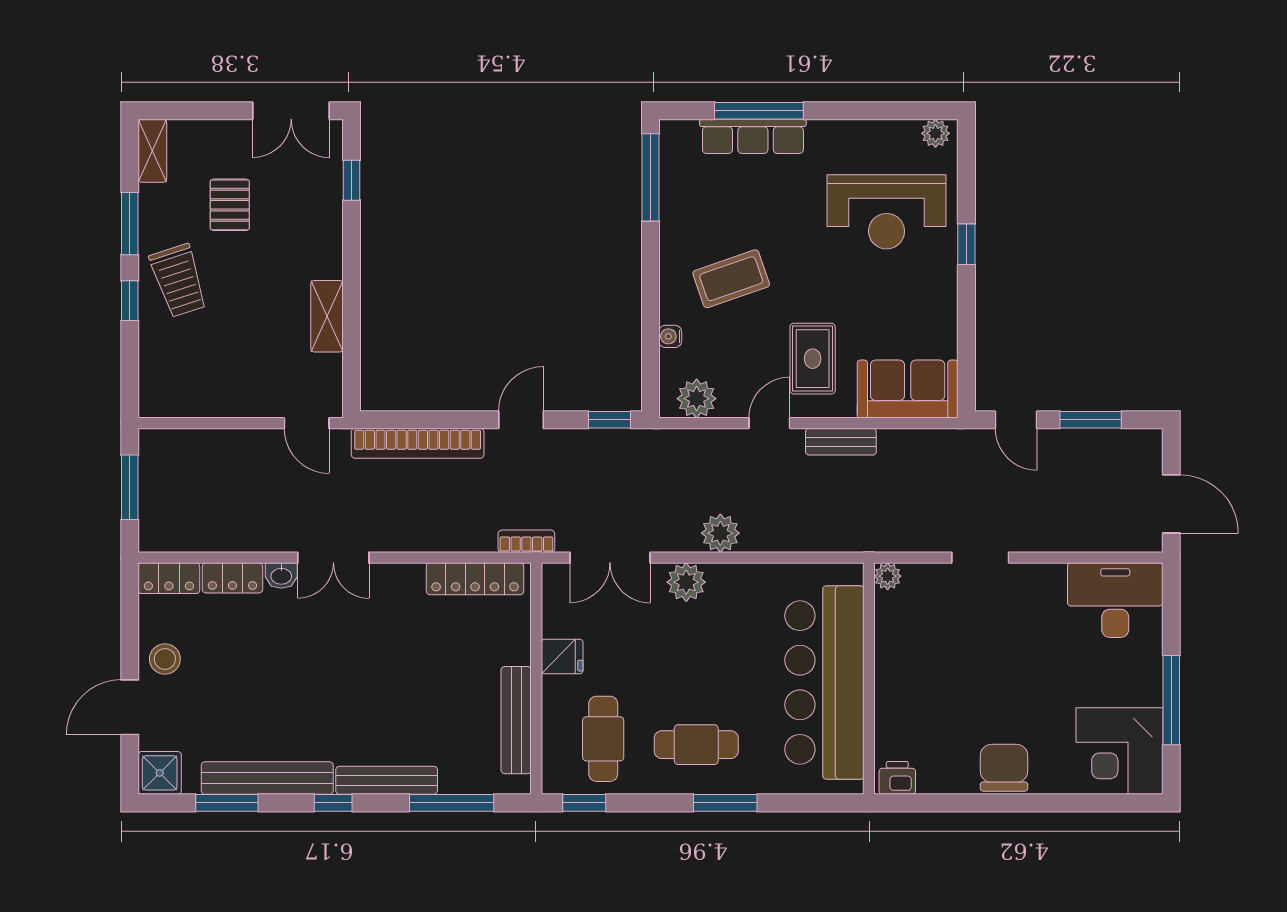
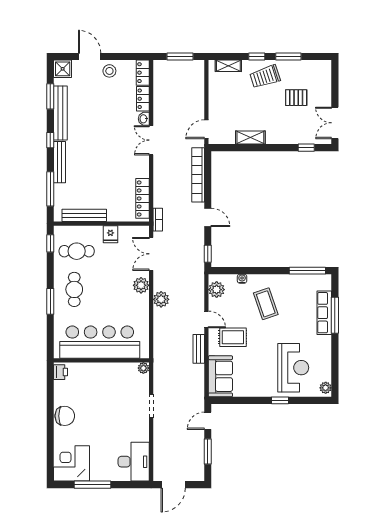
shelving: (152, 151) -> (228, 66), moved
reception desk: (887, 212) -> (293, 368), turned 180

